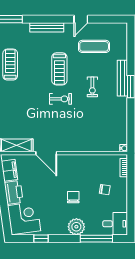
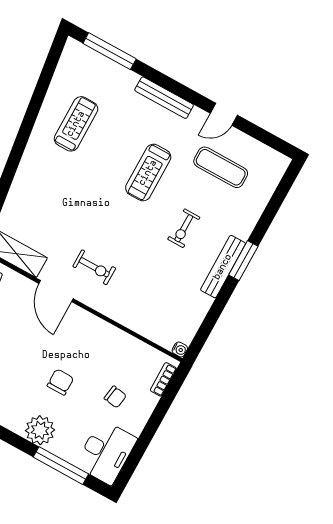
bench: (122, 78) -> (223, 267), moved
exercise bike: (60, 99) -> (94, 267), moved
desk: (115, 224) -> (106, 452), width x1.37

